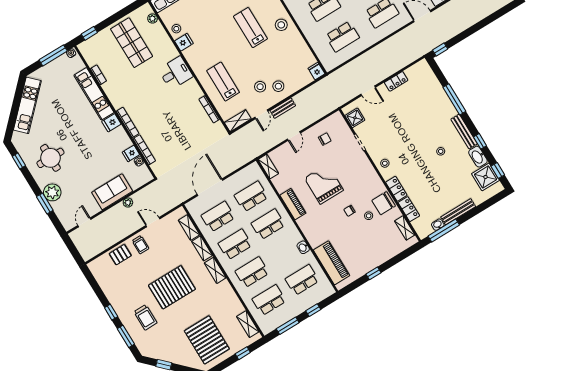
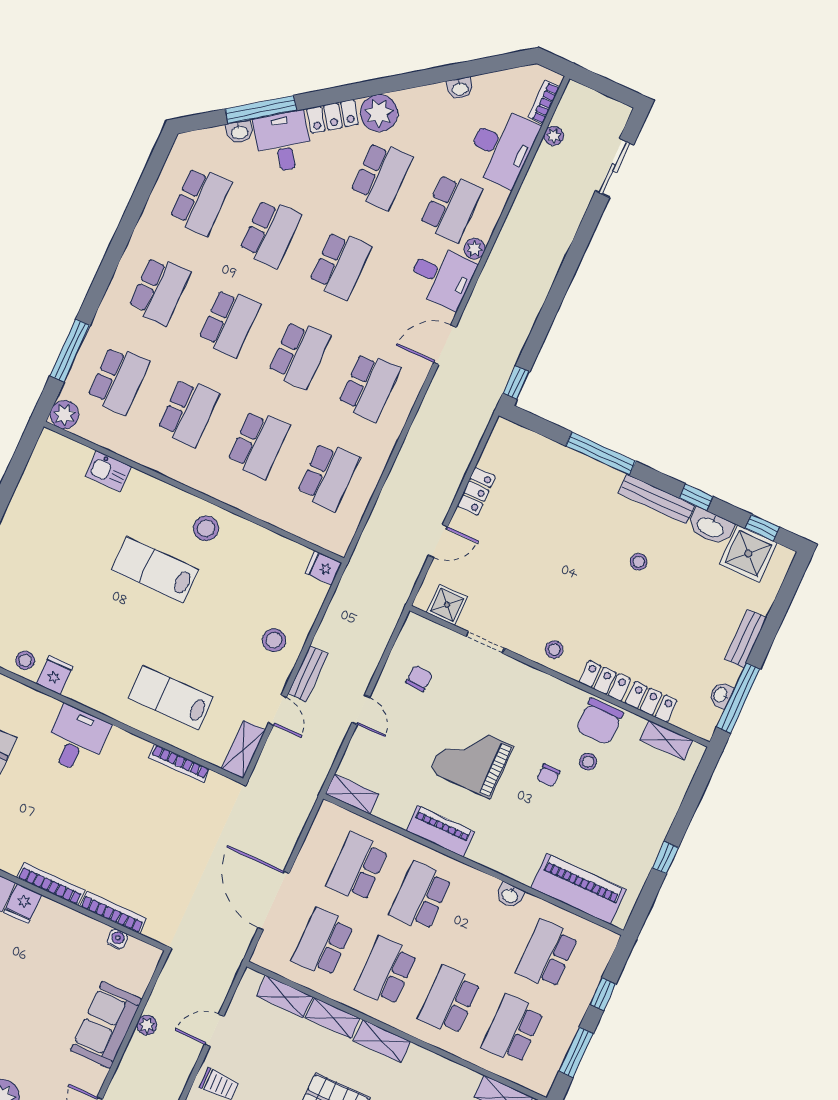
stool: (260, 87) -> (242, 663), removed
fridge: (131, 153) -> (94, 935), removed
bench: (458, 212) -> (746, 639), width x0.73

